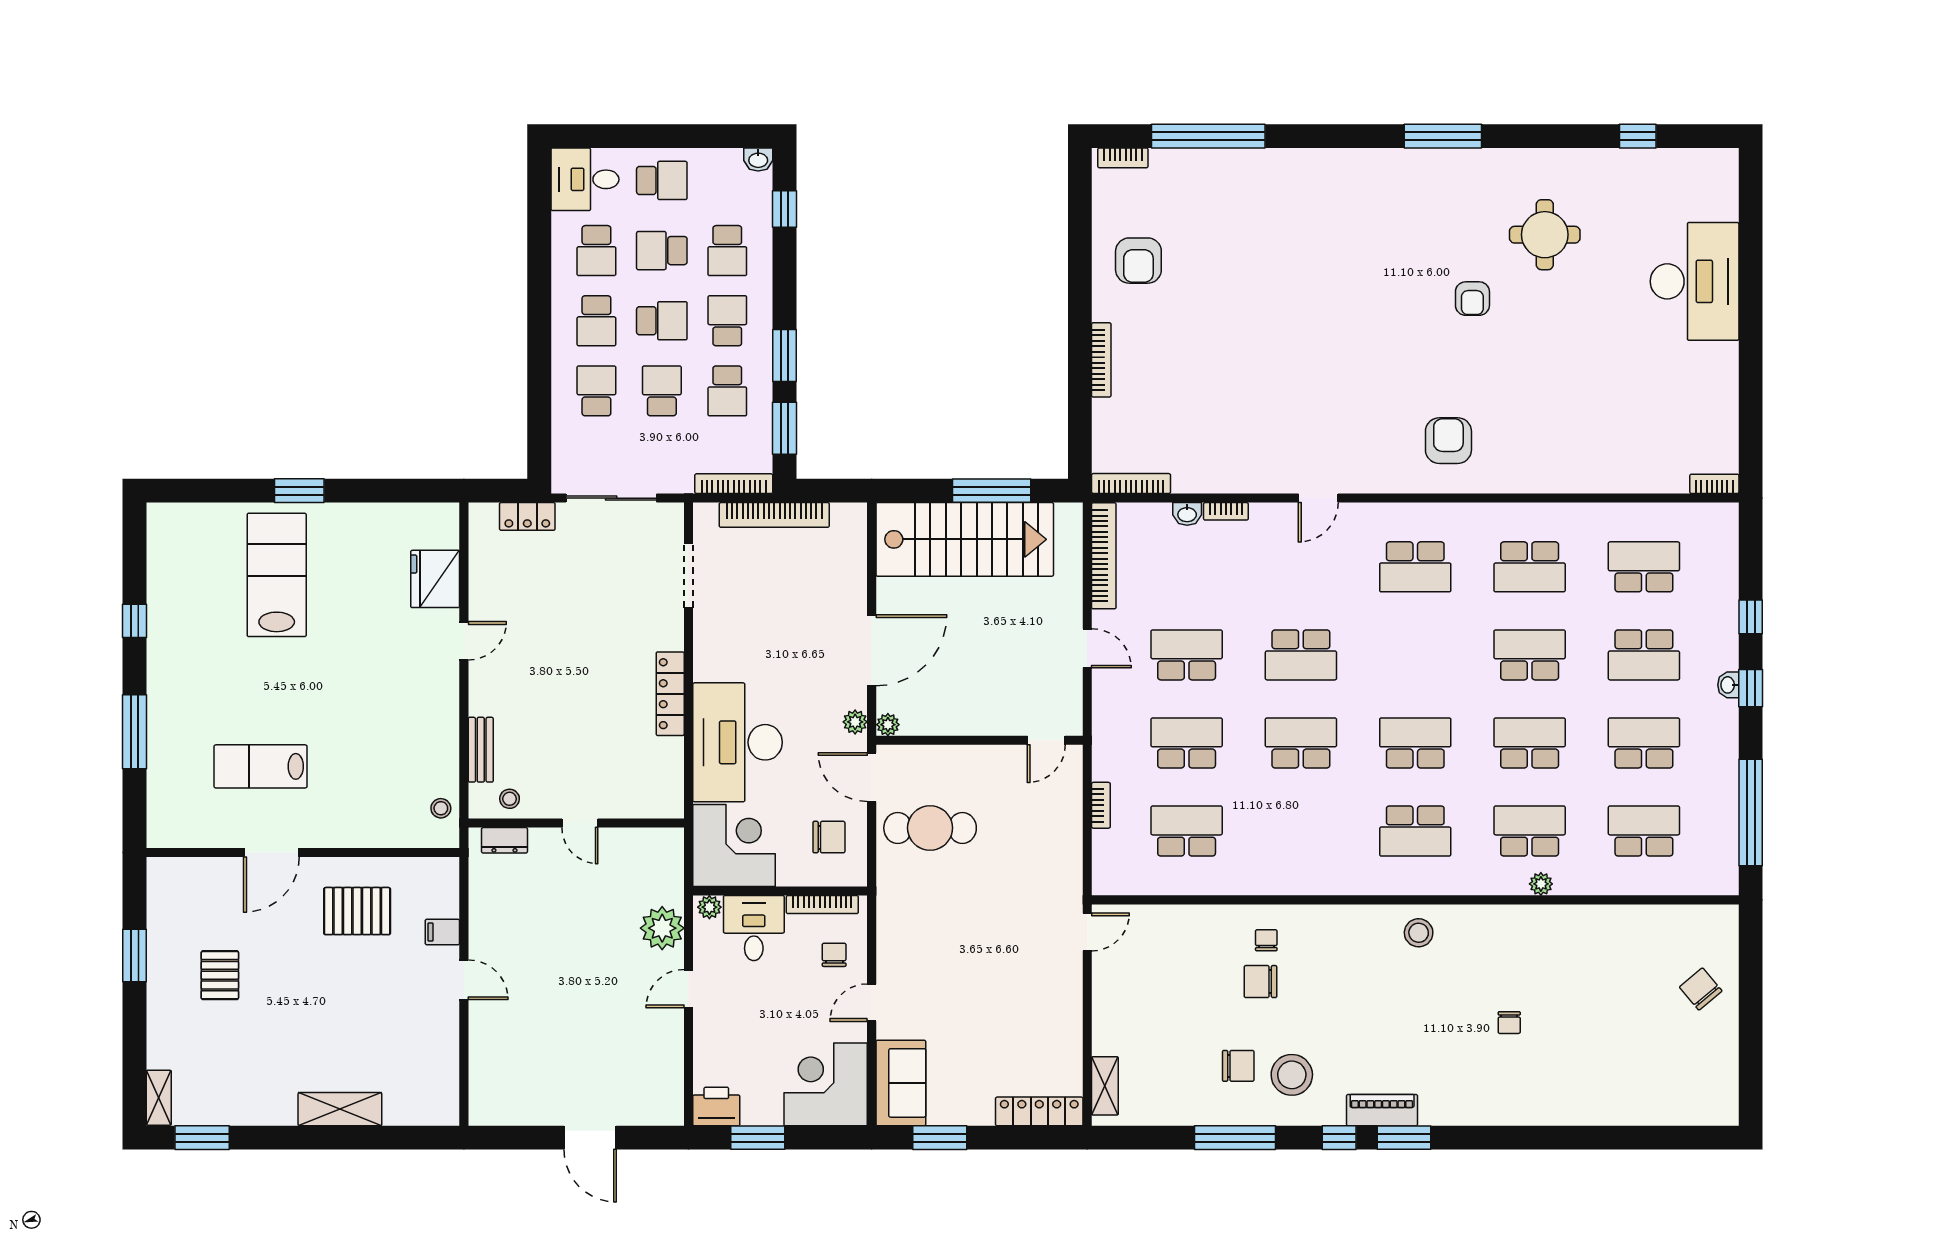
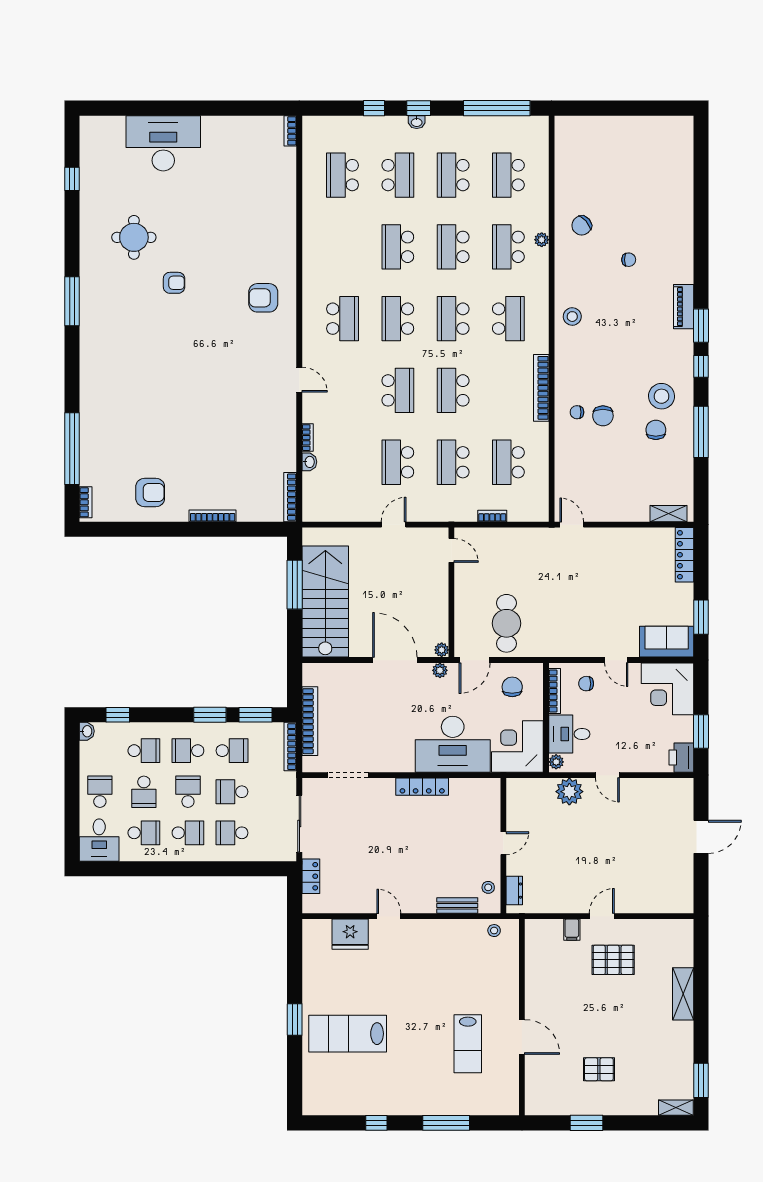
bookcase: (1104, 556) -> (541, 388), moved, turned -90
school desk: (1530, 567) -> (398, 319), moved, turned 180
pallet: (357, 911) -> (613, 960), moved, turned 90
chair: (1701, 989) -> (582, 225), moved
piano: (1382, 1110) -> (684, 307), moved

